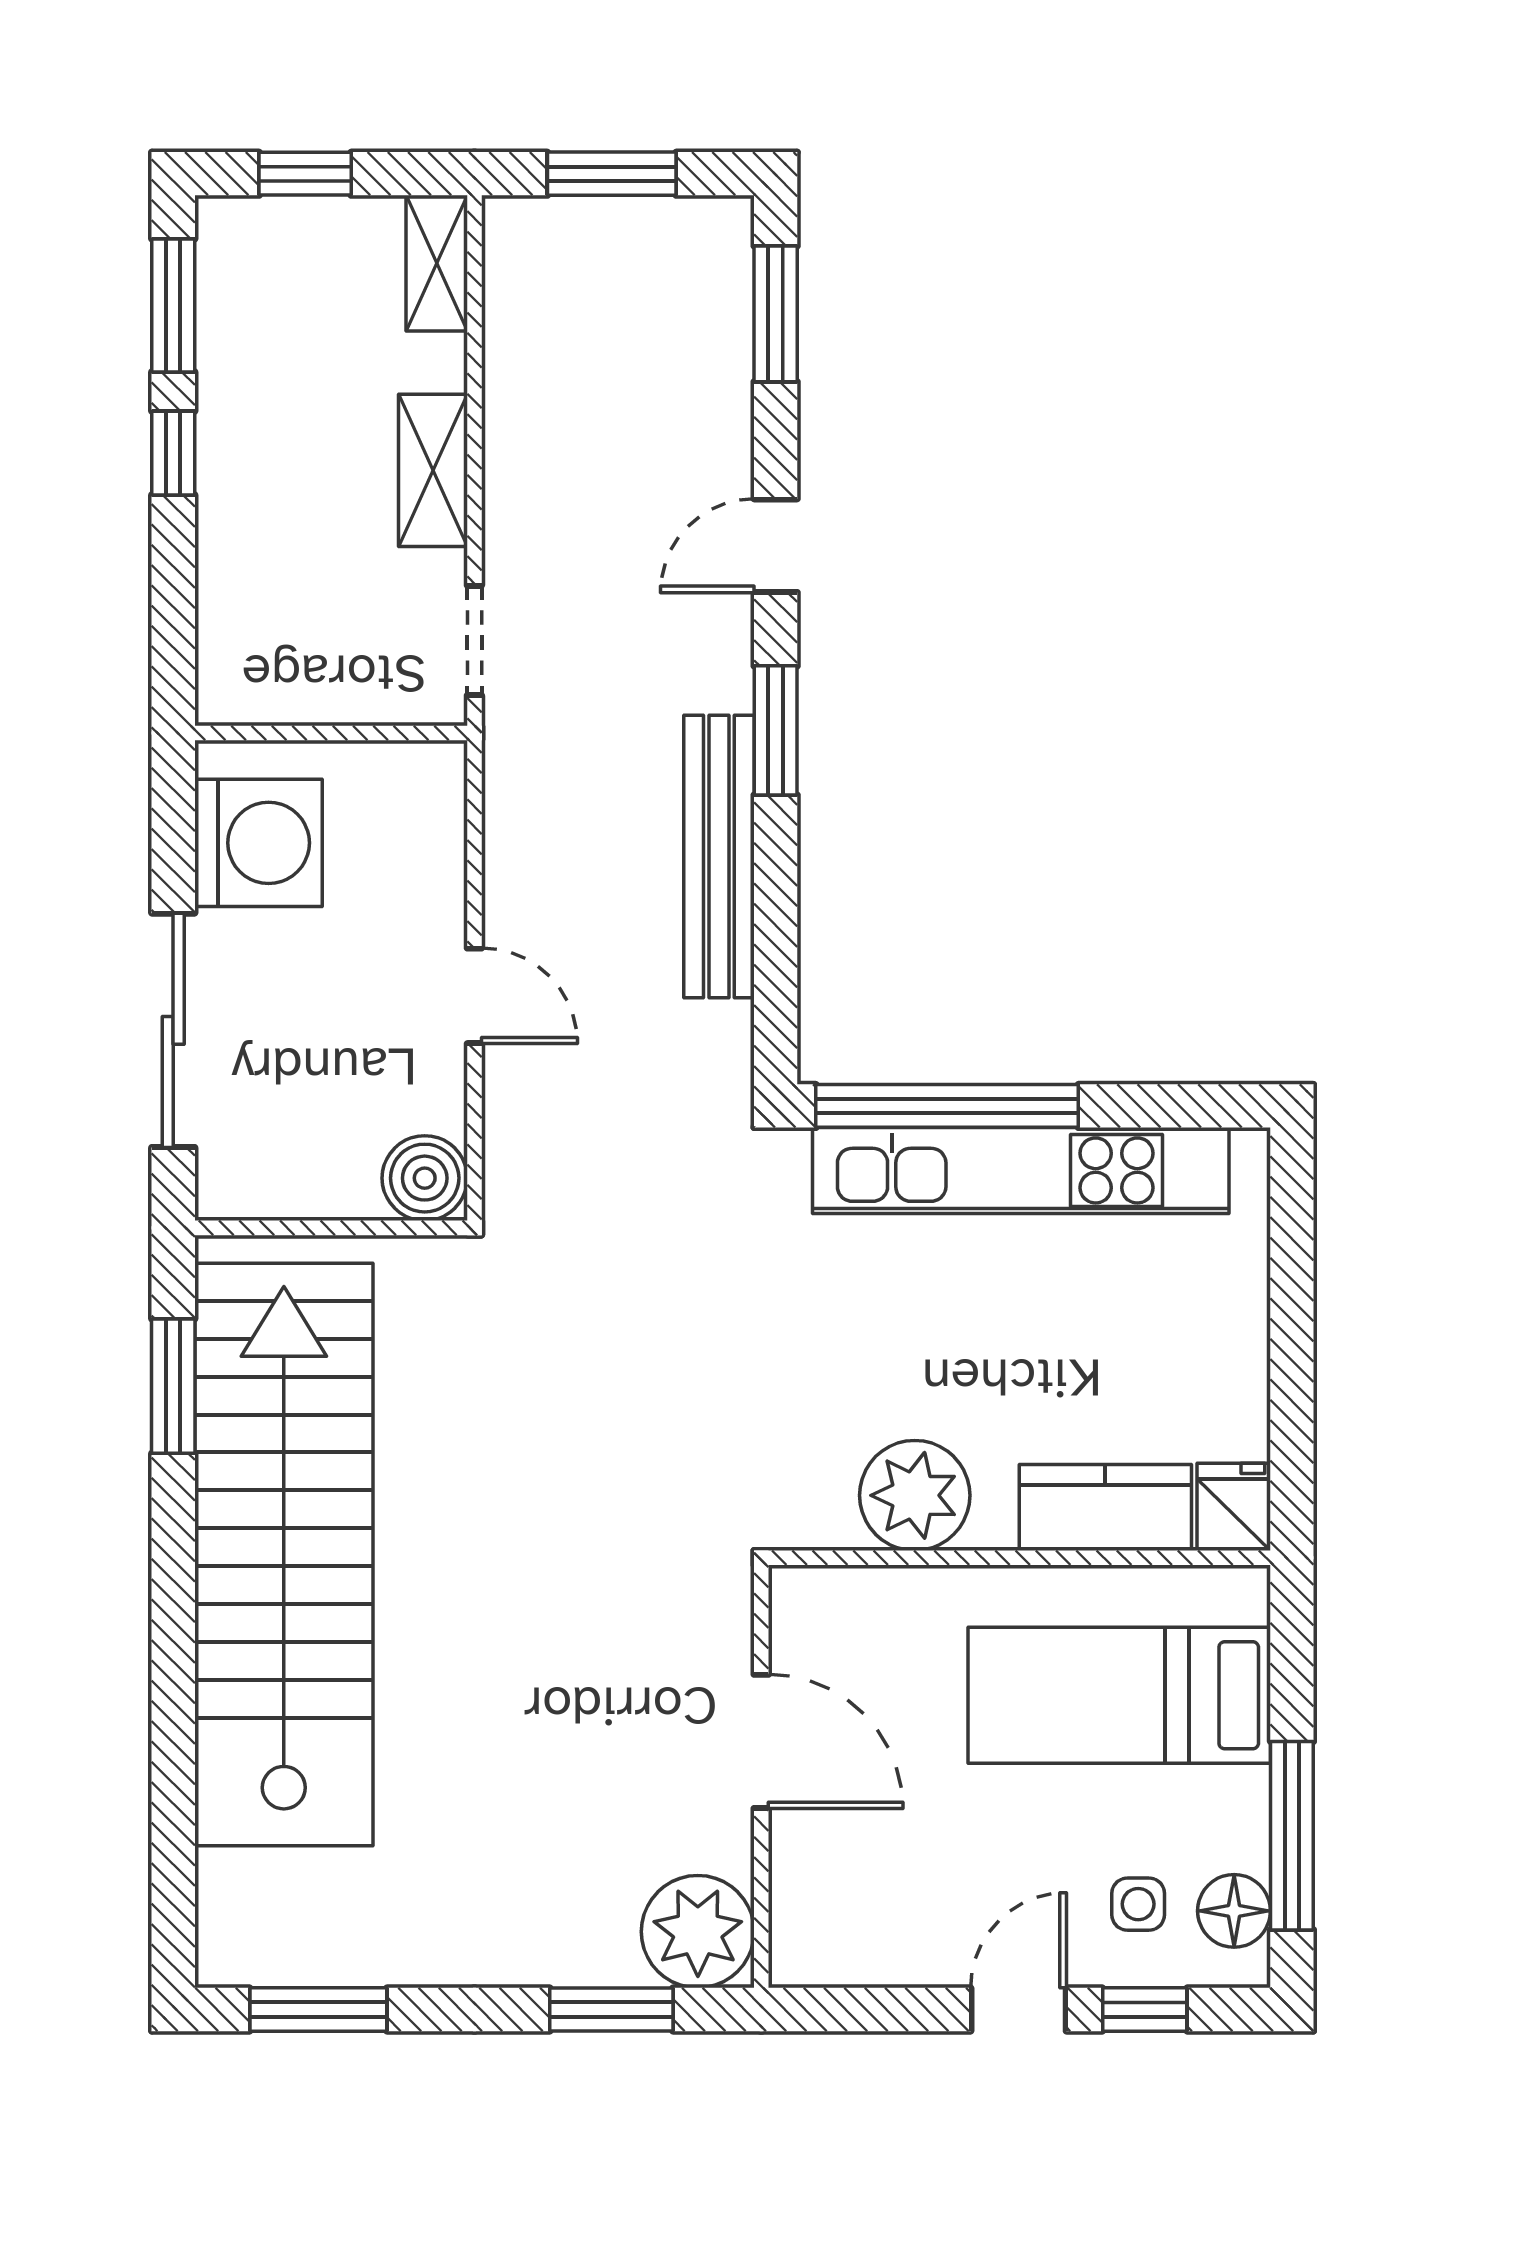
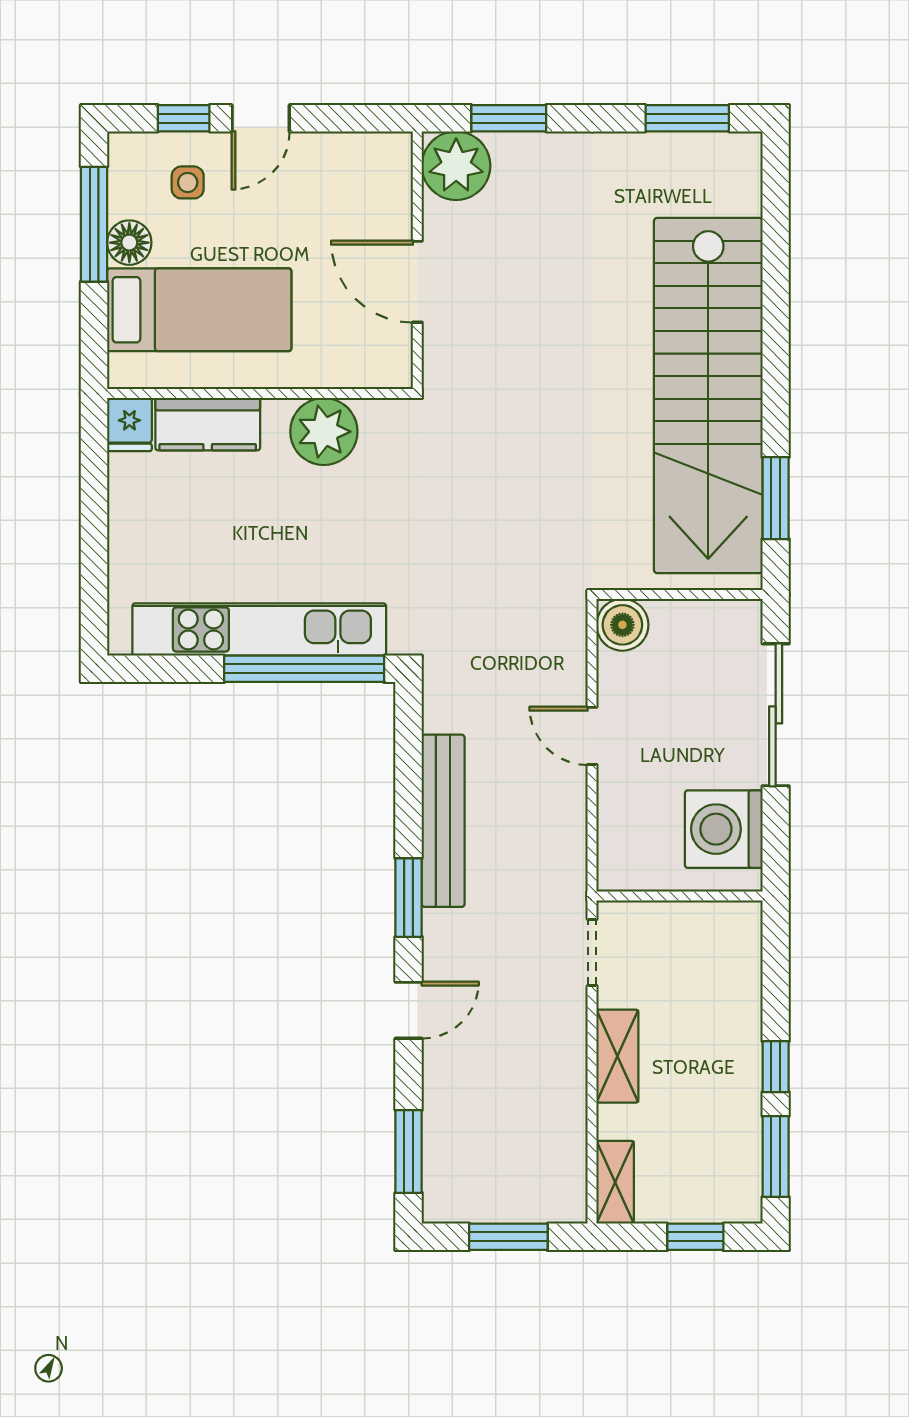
floor lamp: (1234, 1911) -> (129, 243), moved

